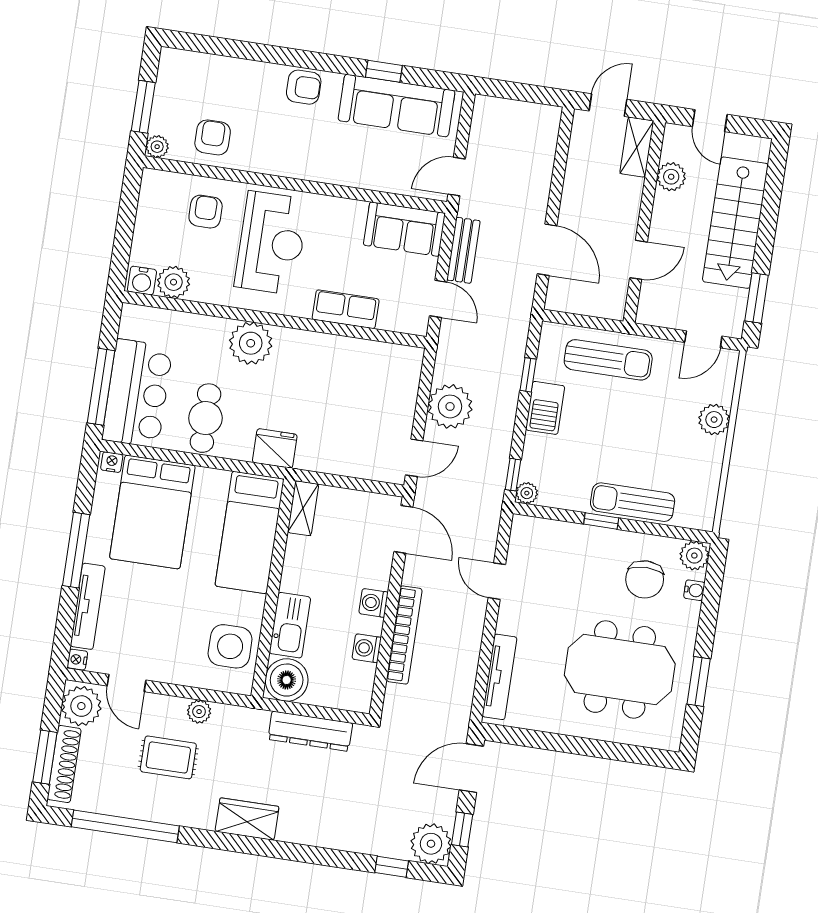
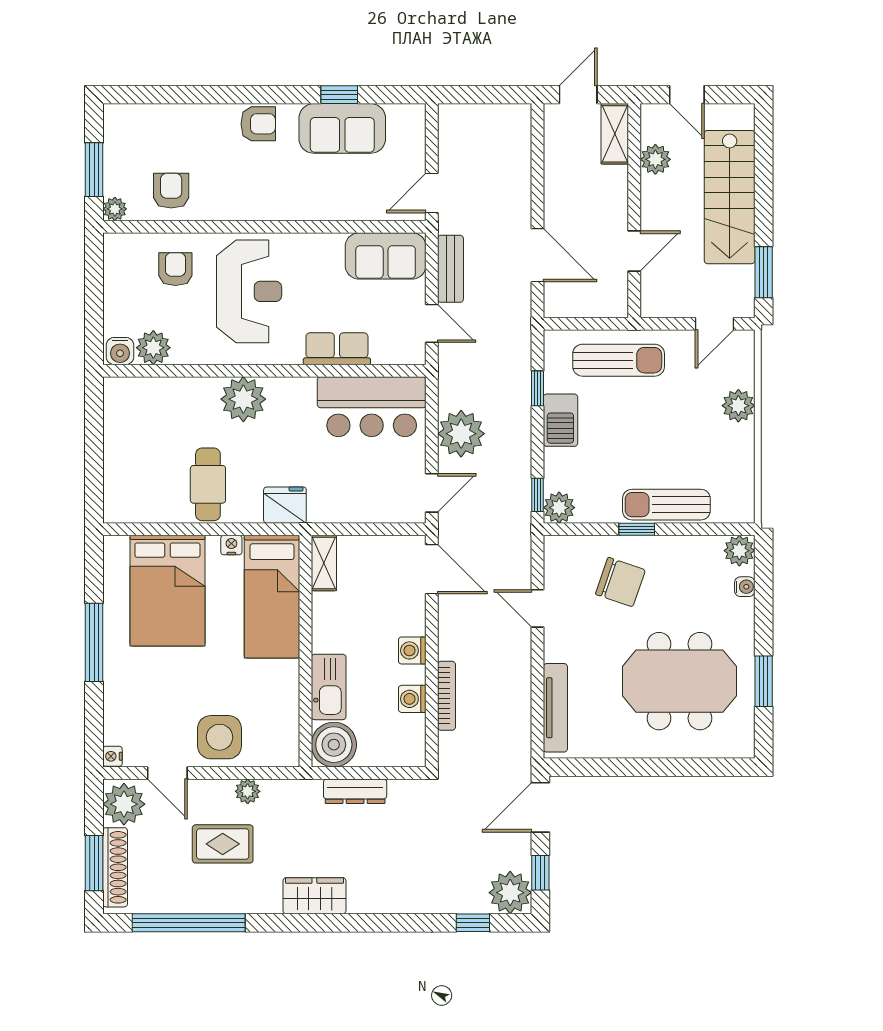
sofa: (396, 106) -> (342, 128), width x0.73
window: (101, 387) -> (94, 468), removed
bar counter: (137, 393) -> (372, 407), moved, turned 90
nightstand: (112, 462) -> (231, 545), moved
plant: (527, 493) -> (559, 508), width x1.38, depth x1.38
chair: (645, 579) -> (620, 582), moved, turned -71
tv unit: (88, 606) -> (115, 699), removed
bookcase: (404, 635) -> (446, 696), width x0.68, depth x0.76
side table: (230, 646) -> (220, 737), moved
dresser: (310, 731) -> (355, 791), width x0.73, depth x0.80

